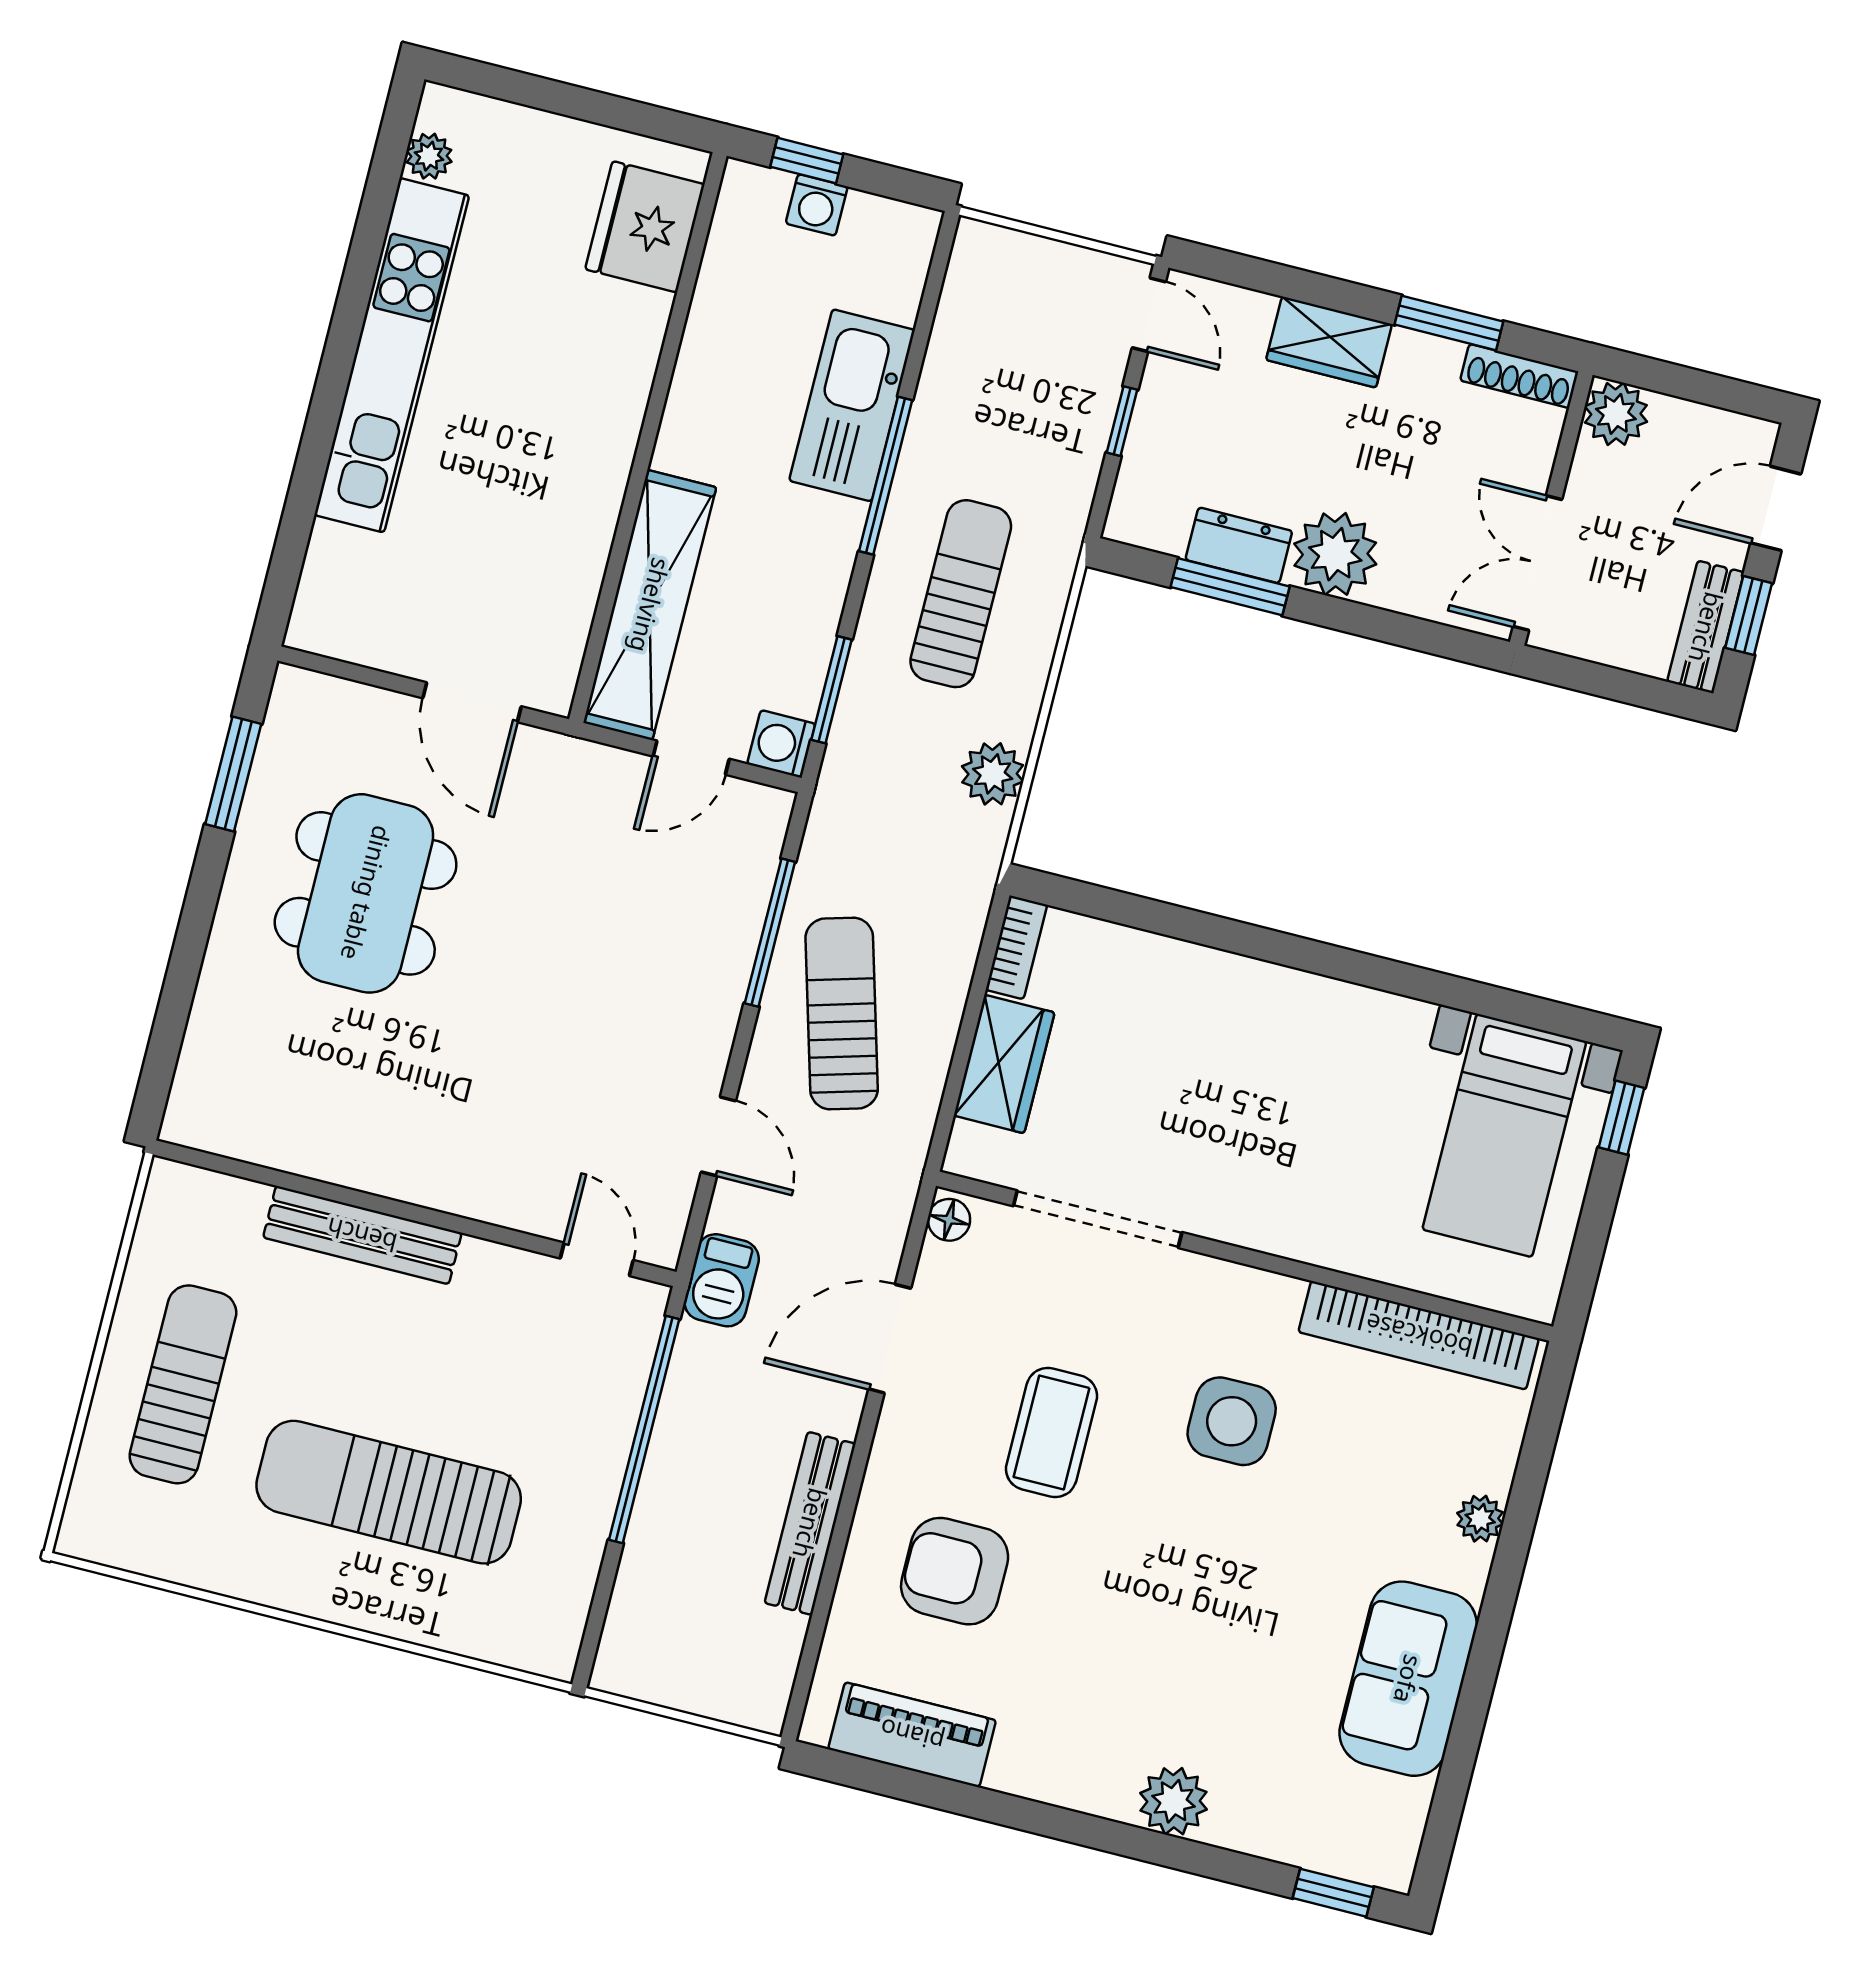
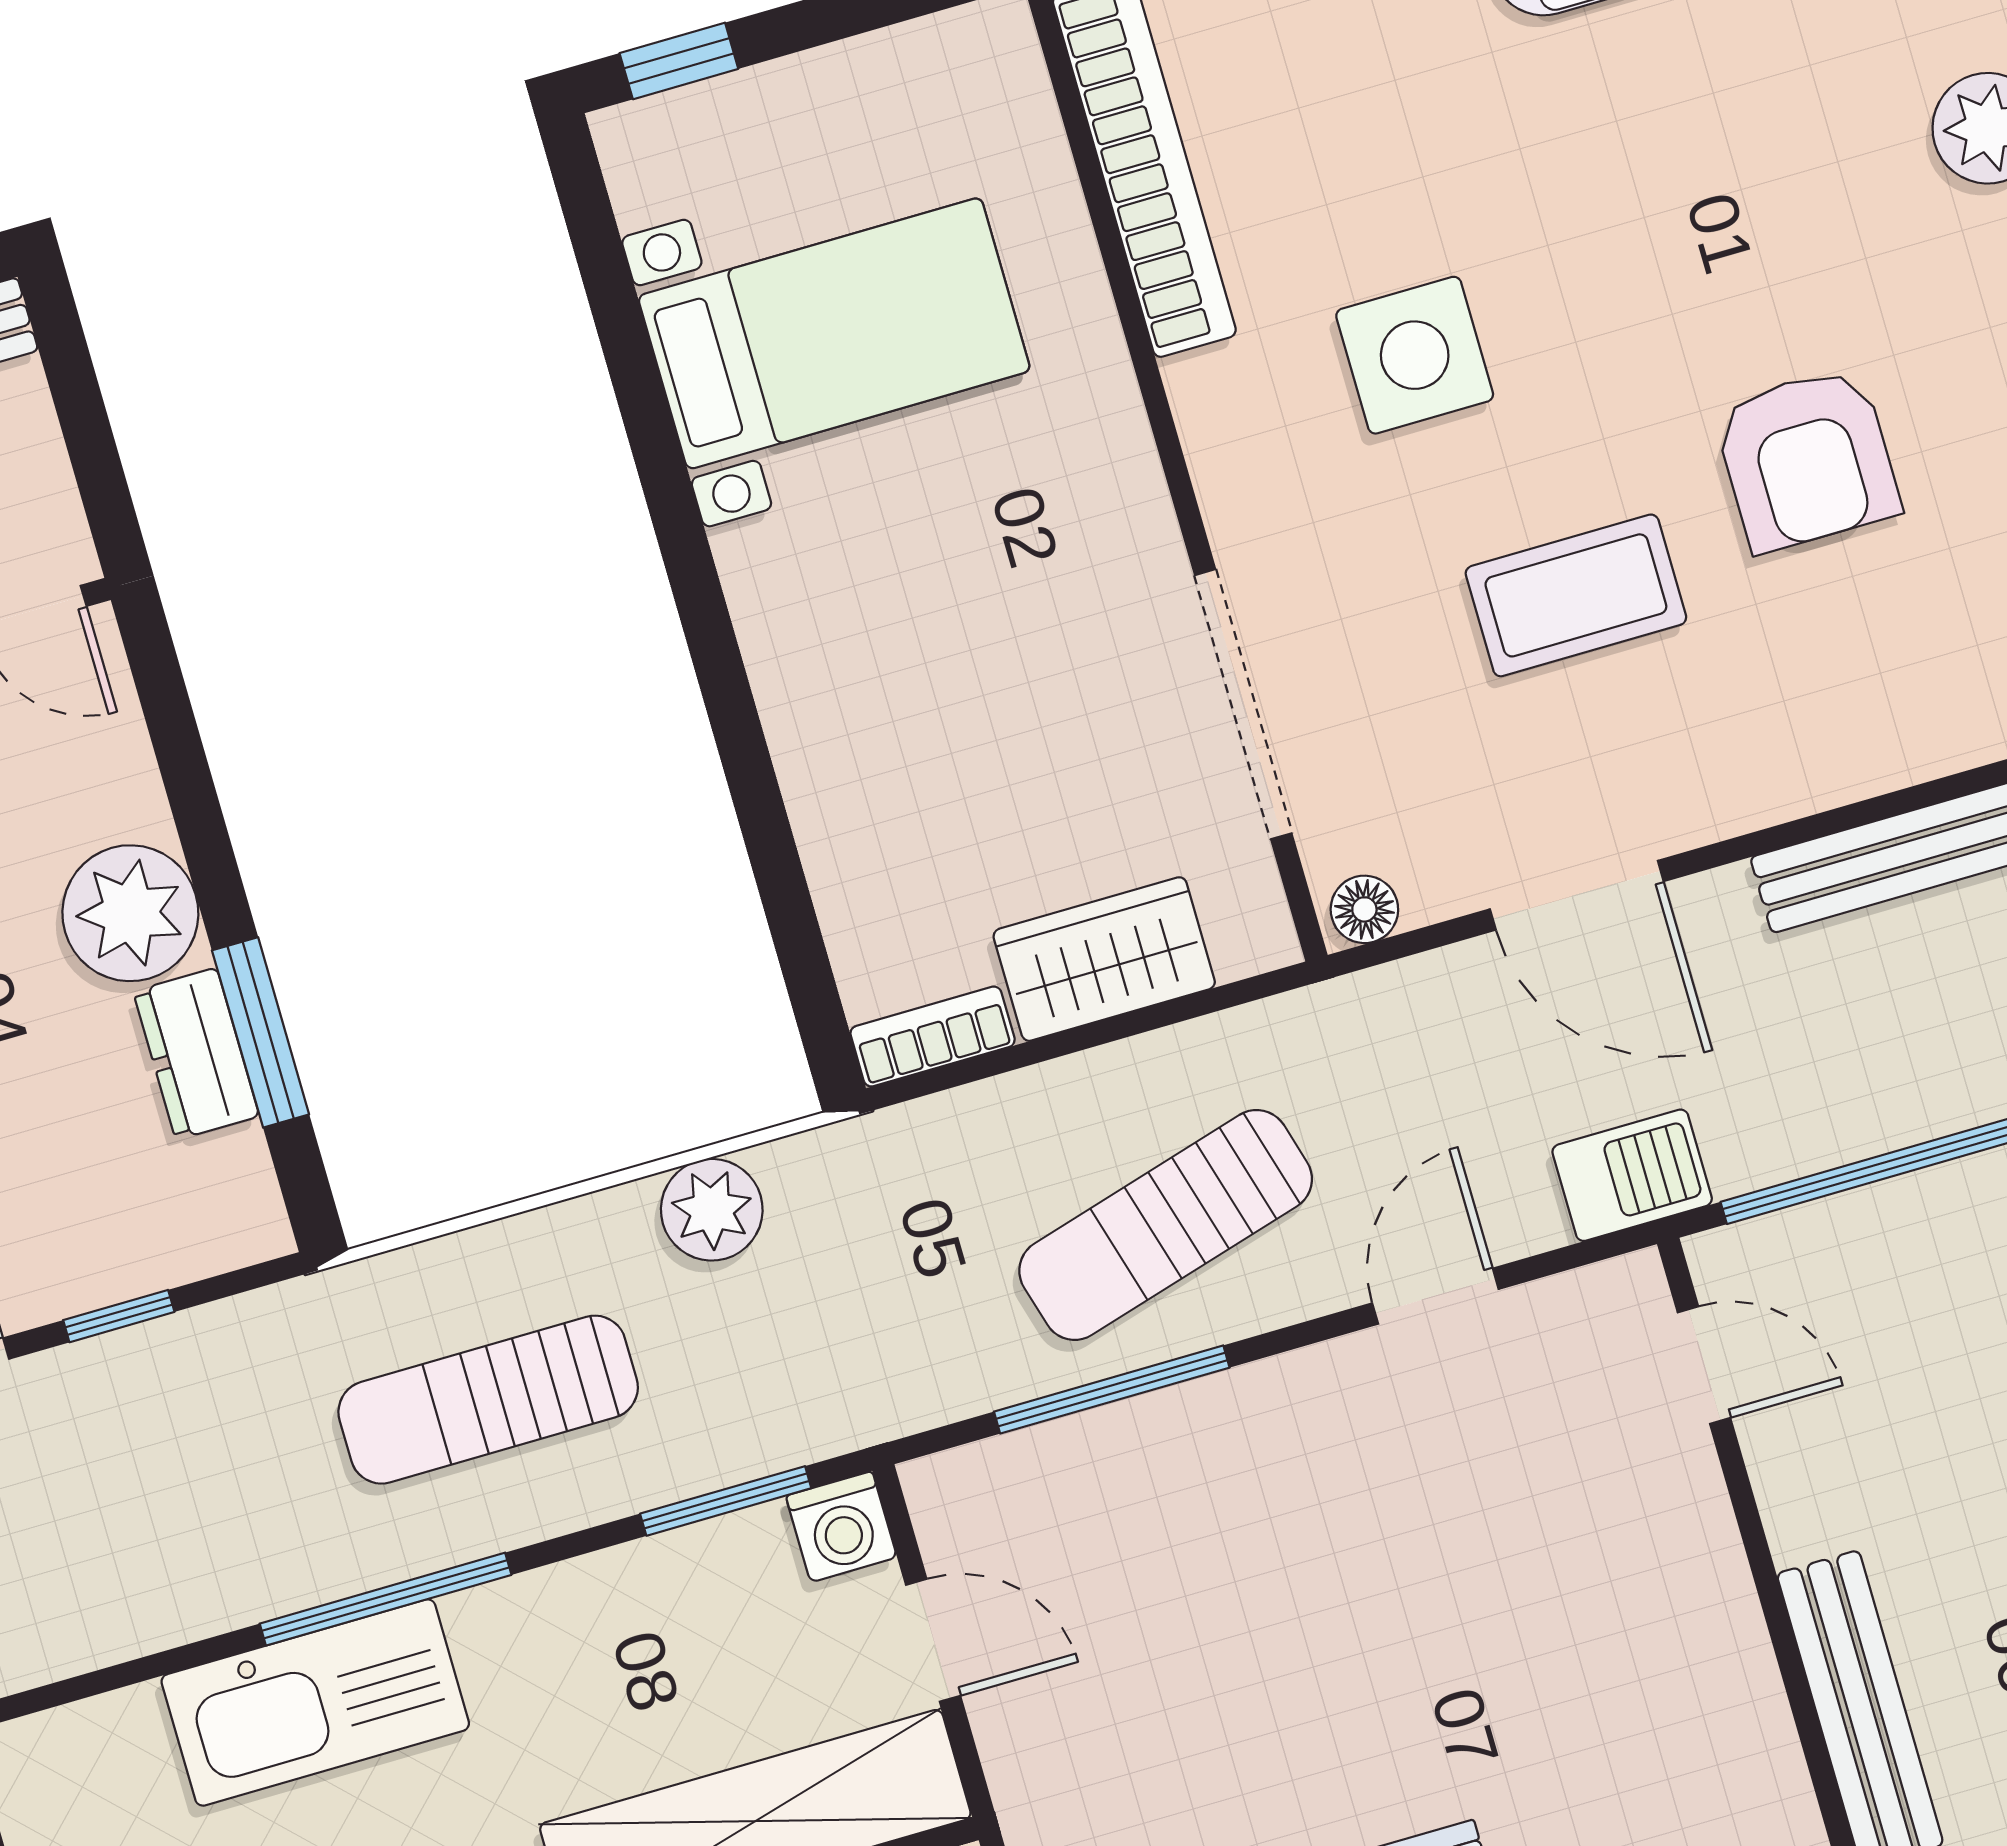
bed with nightstands: (1504, 1135) -> (834, 333), moved
door: (597, 1259) -> (1704, 1365), swing flipped
armchair: (955, 1571) -> (1807, 459), moved

